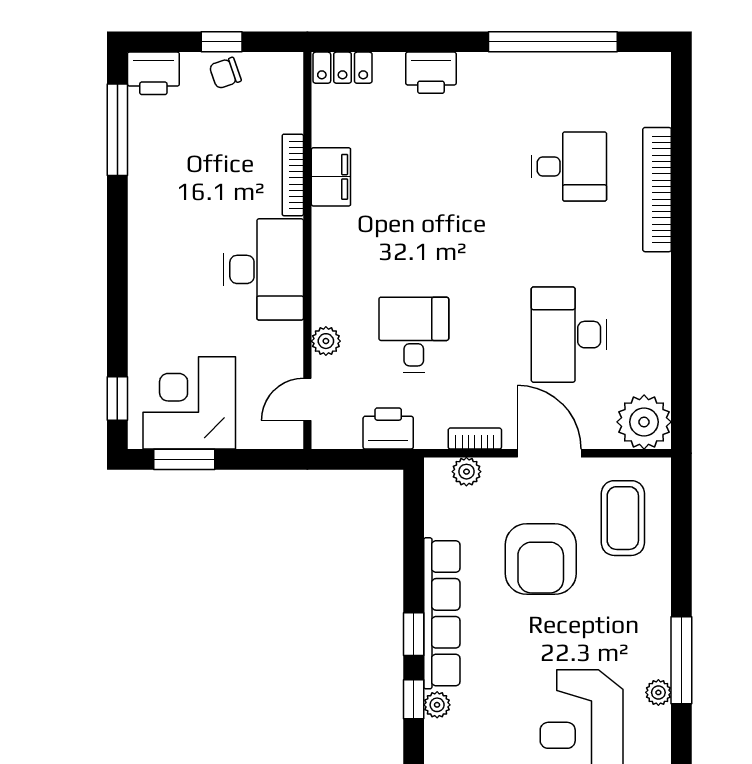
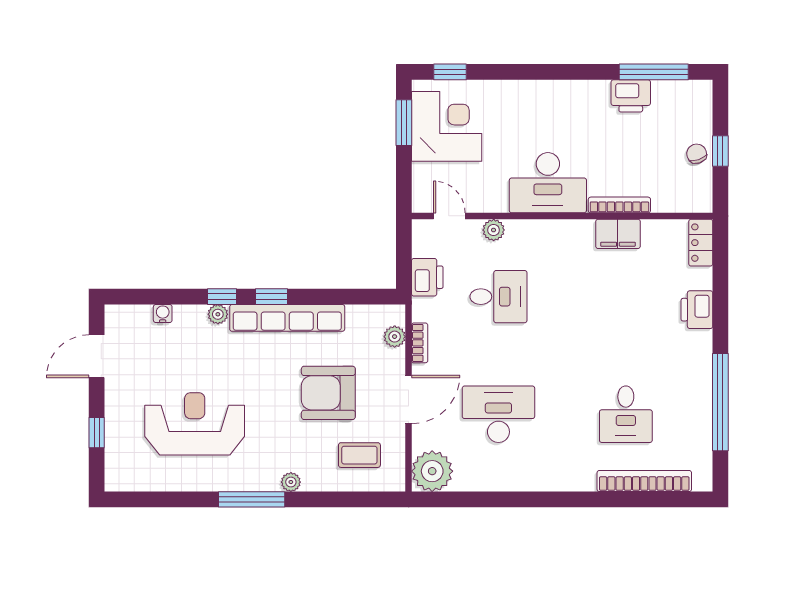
printer: (153, 73) -> (631, 96), moved, turned -90
bookcase: (657, 190) -> (644, 481), moved
coffee table: (623, 518) -> (359, 455), width x0.73, depth x0.77
plant: (658, 692) -> (291, 482), moved

